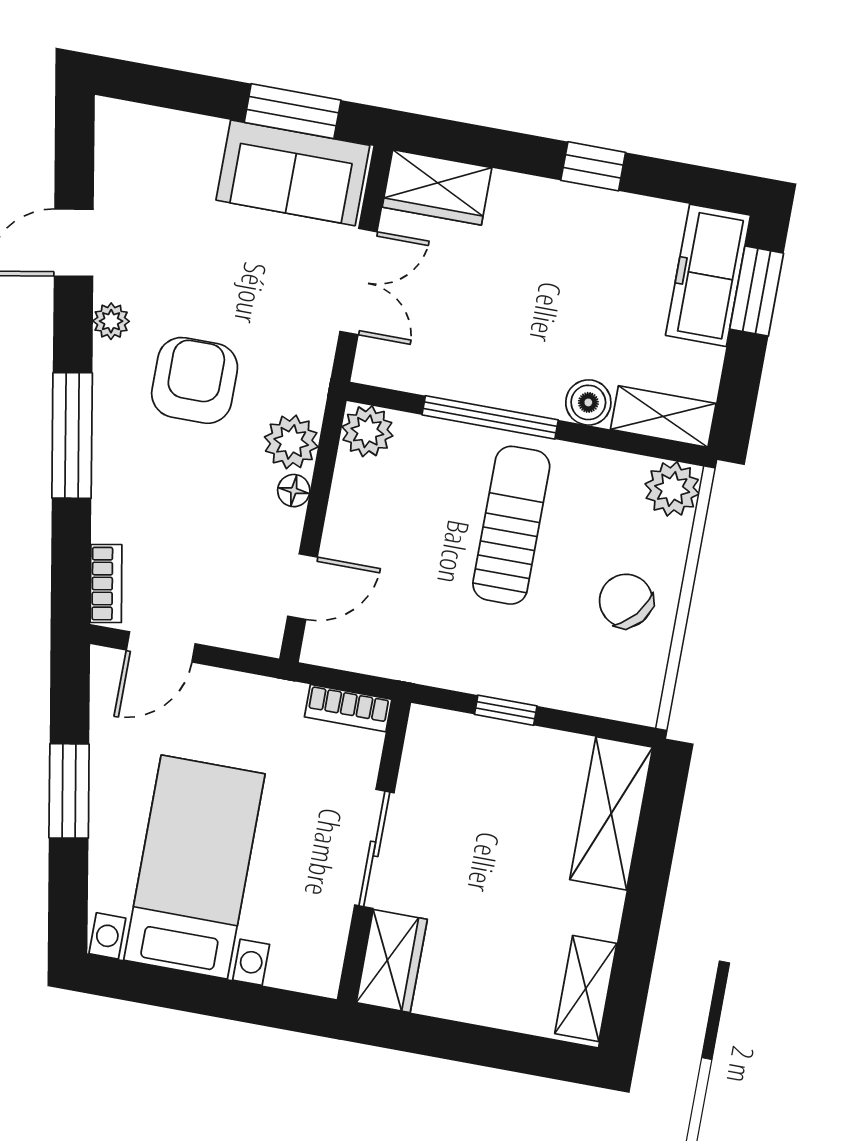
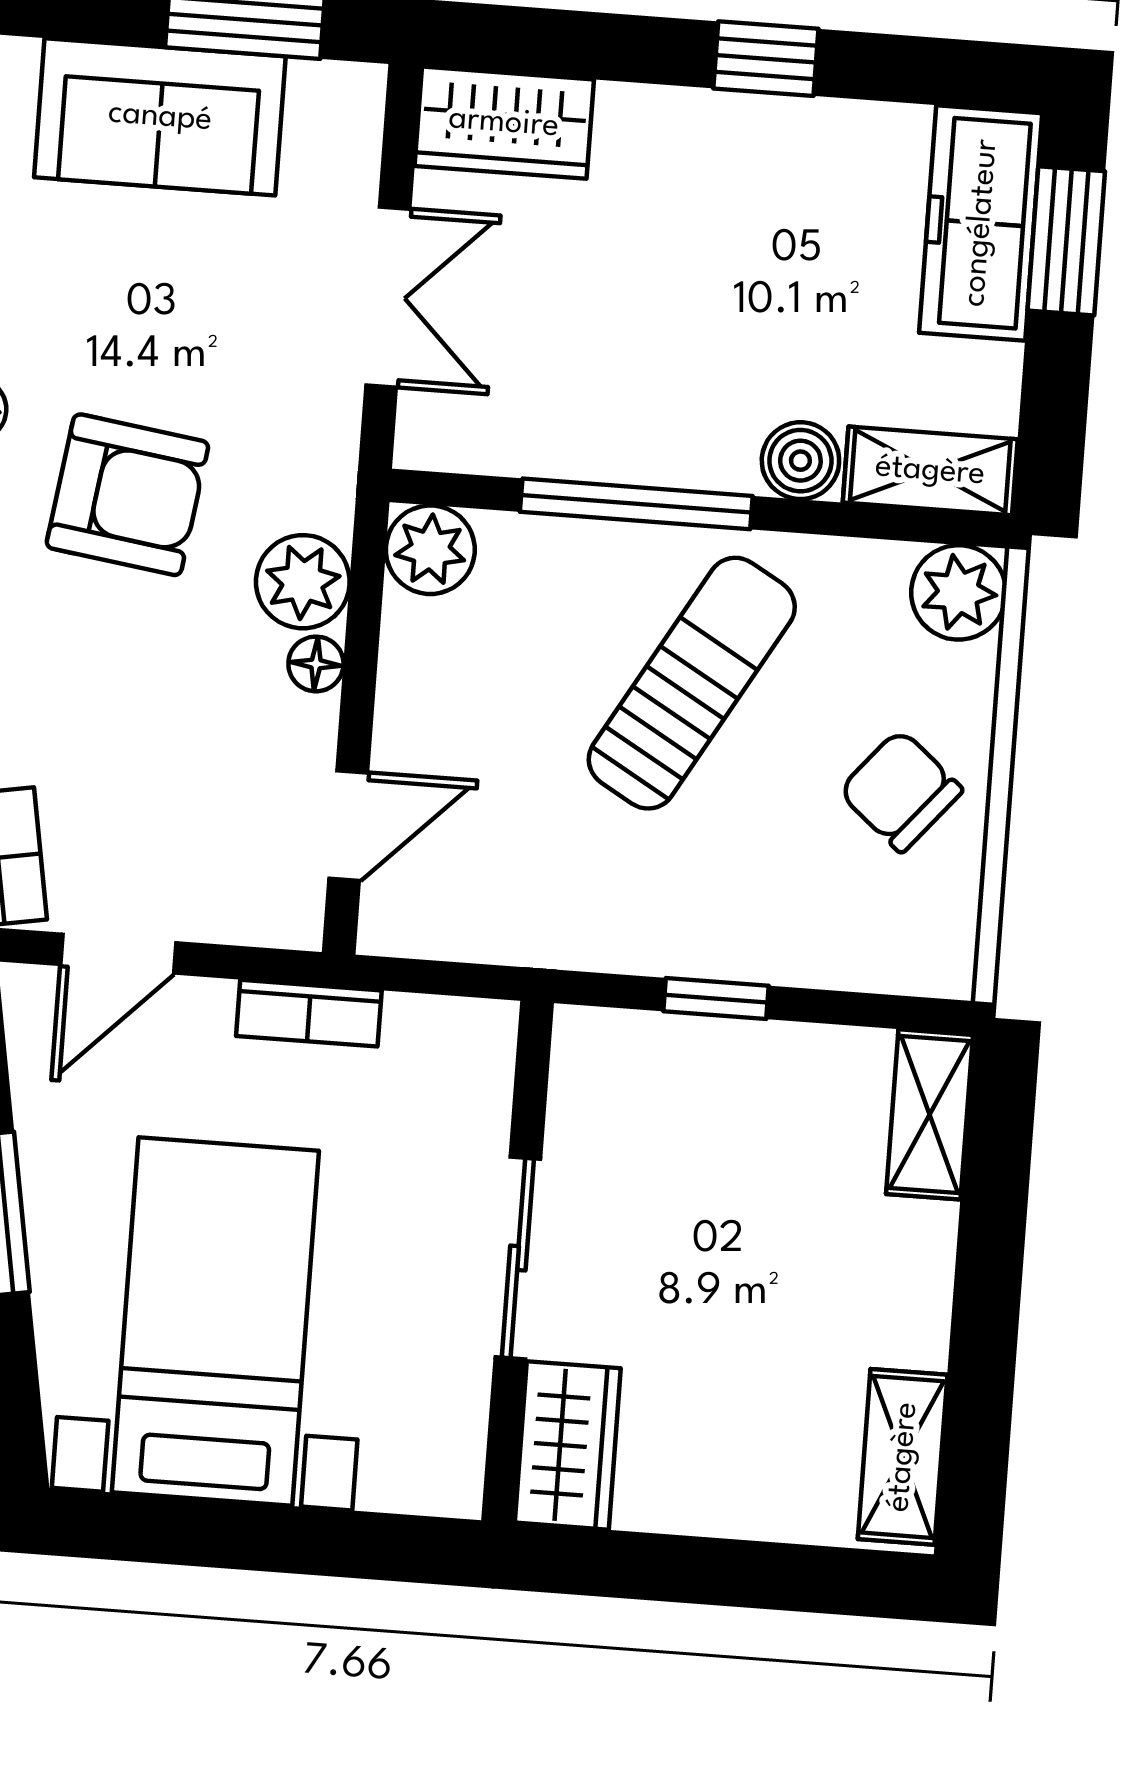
sofa: (293, 173) -> (160, 117), moved
armchair: (195, 380) -> (127, 495), turned 98
sun lounger: (511, 525) -> (692, 683), turned 30
bookcase: (348, 708) -> (309, 1013), moved
shelving: (611, 813) -> (930, 1114), width x0.67, depth x0.75

